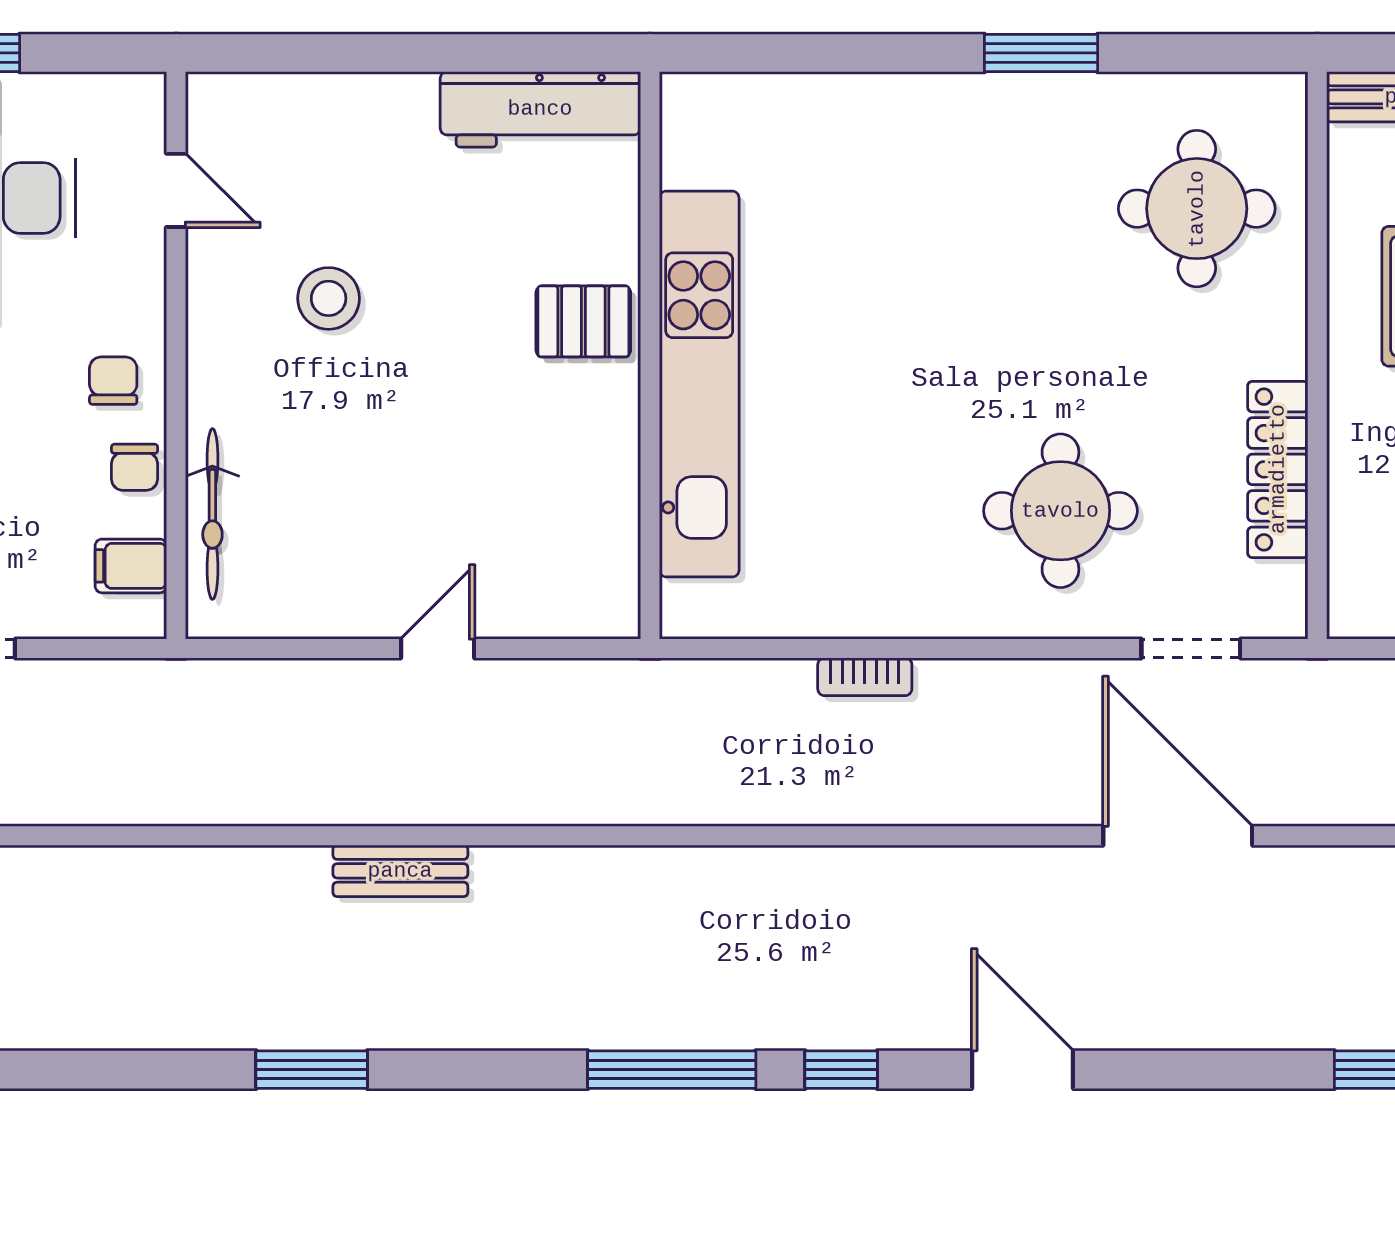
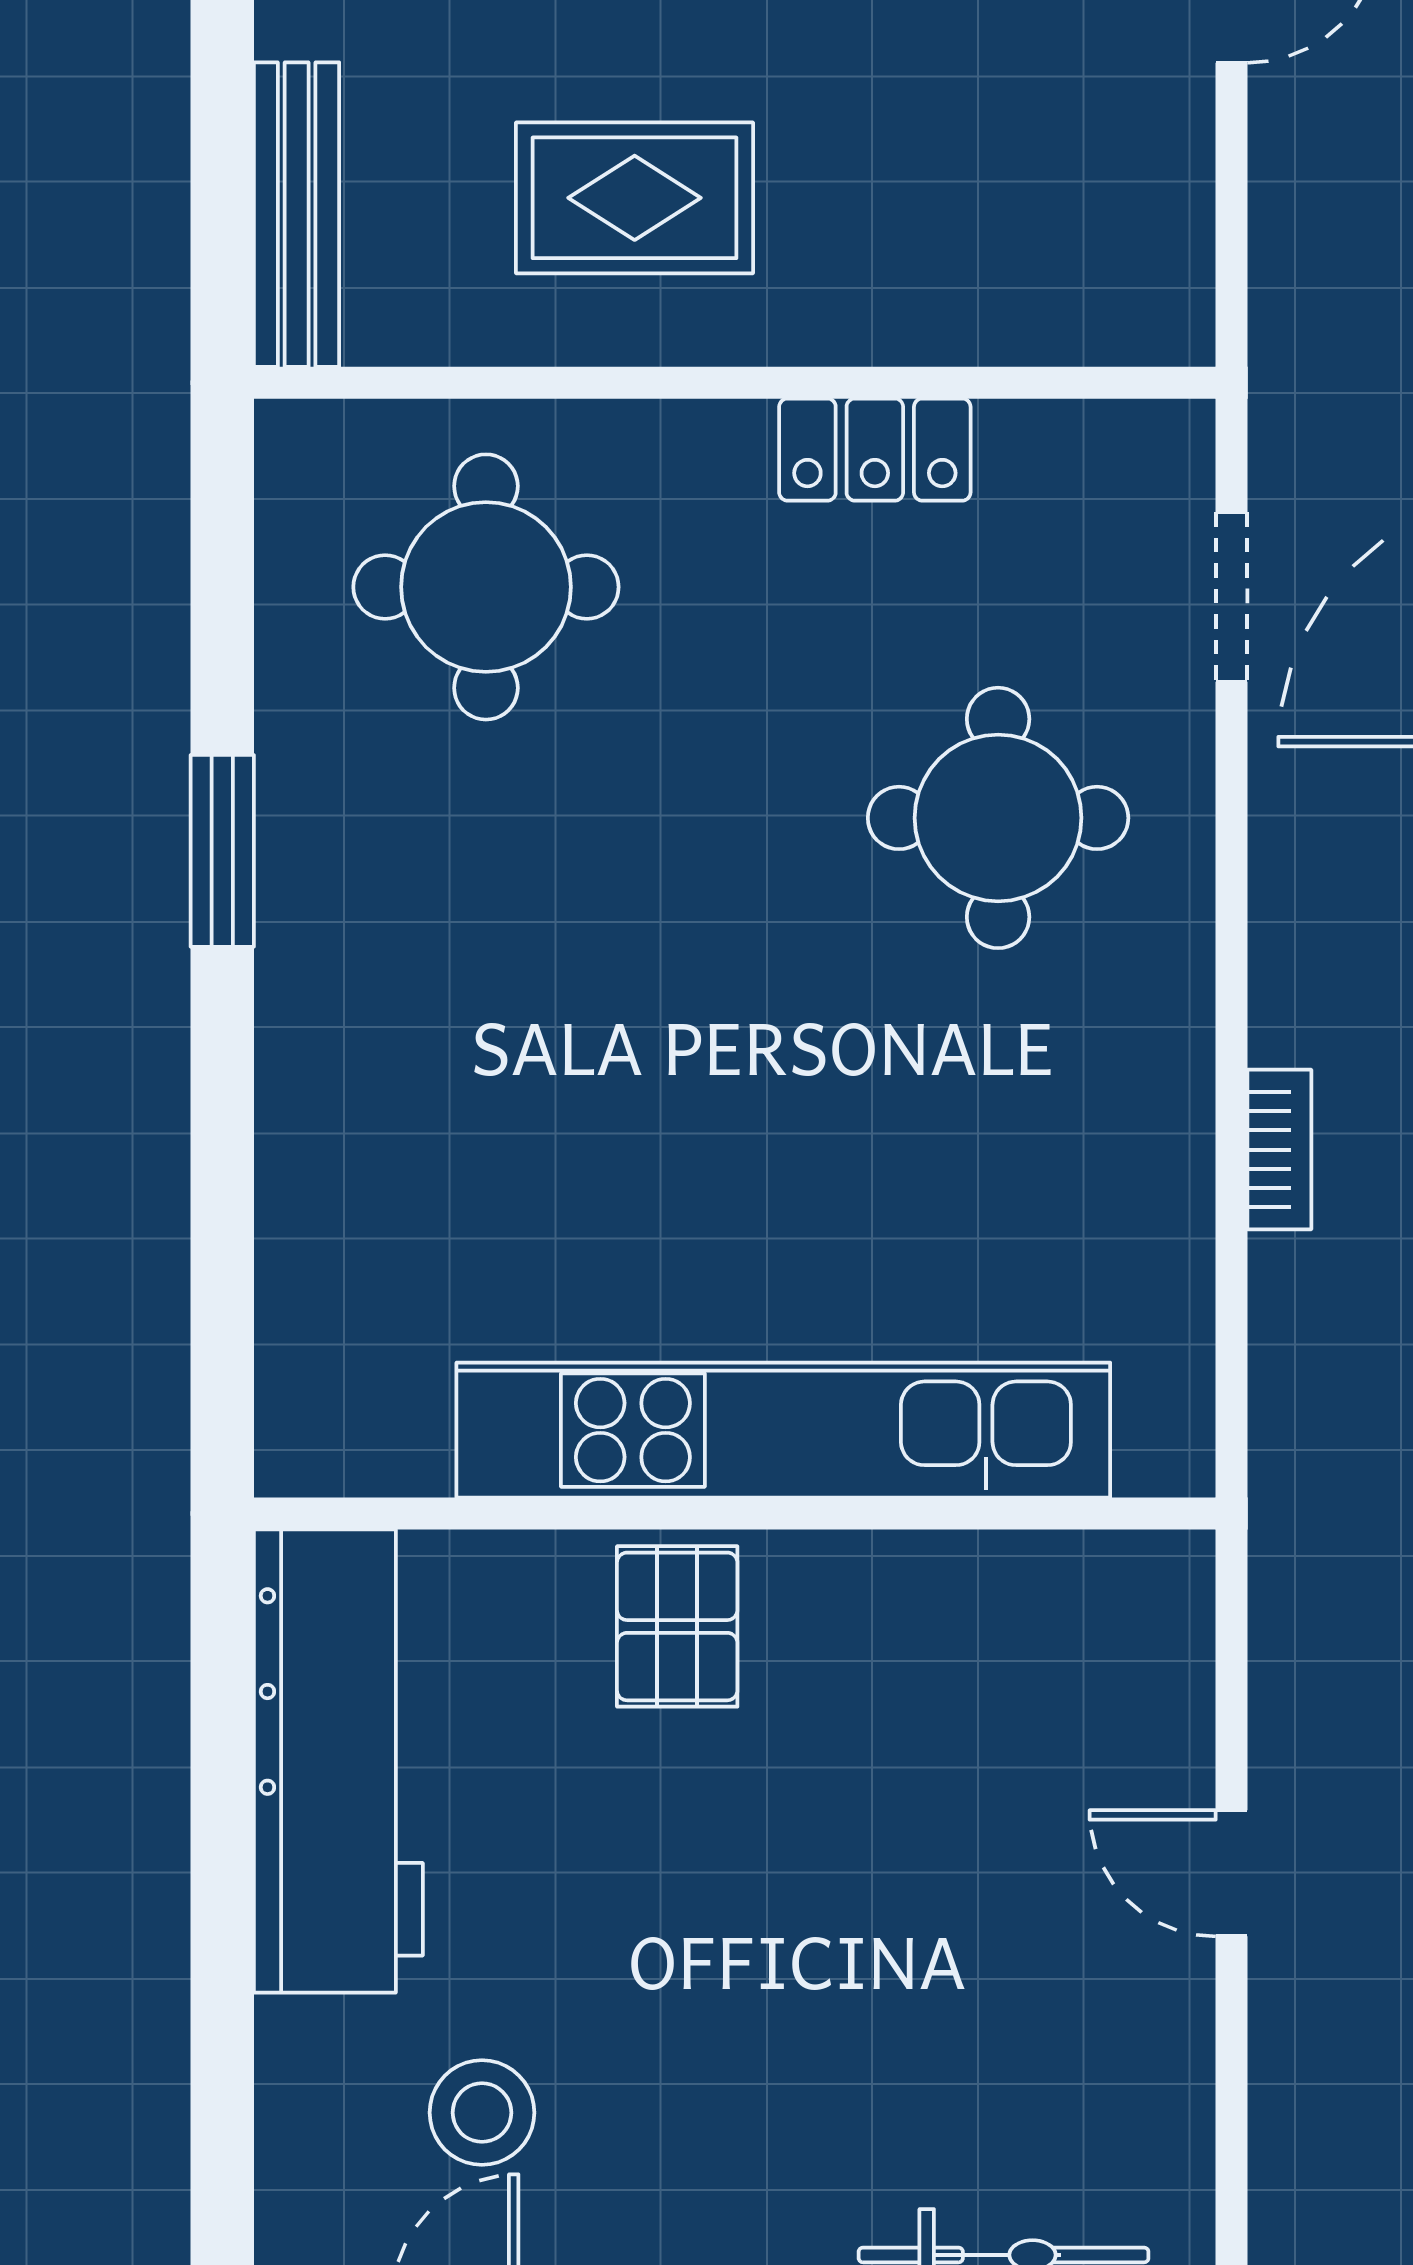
workbench: (540, 109) -> (338, 1761), width x1.36, depth x1.32
stool: (329, 298) -> (482, 2113), moved
locker: (1278, 469) -> (875, 450), width x0.66

